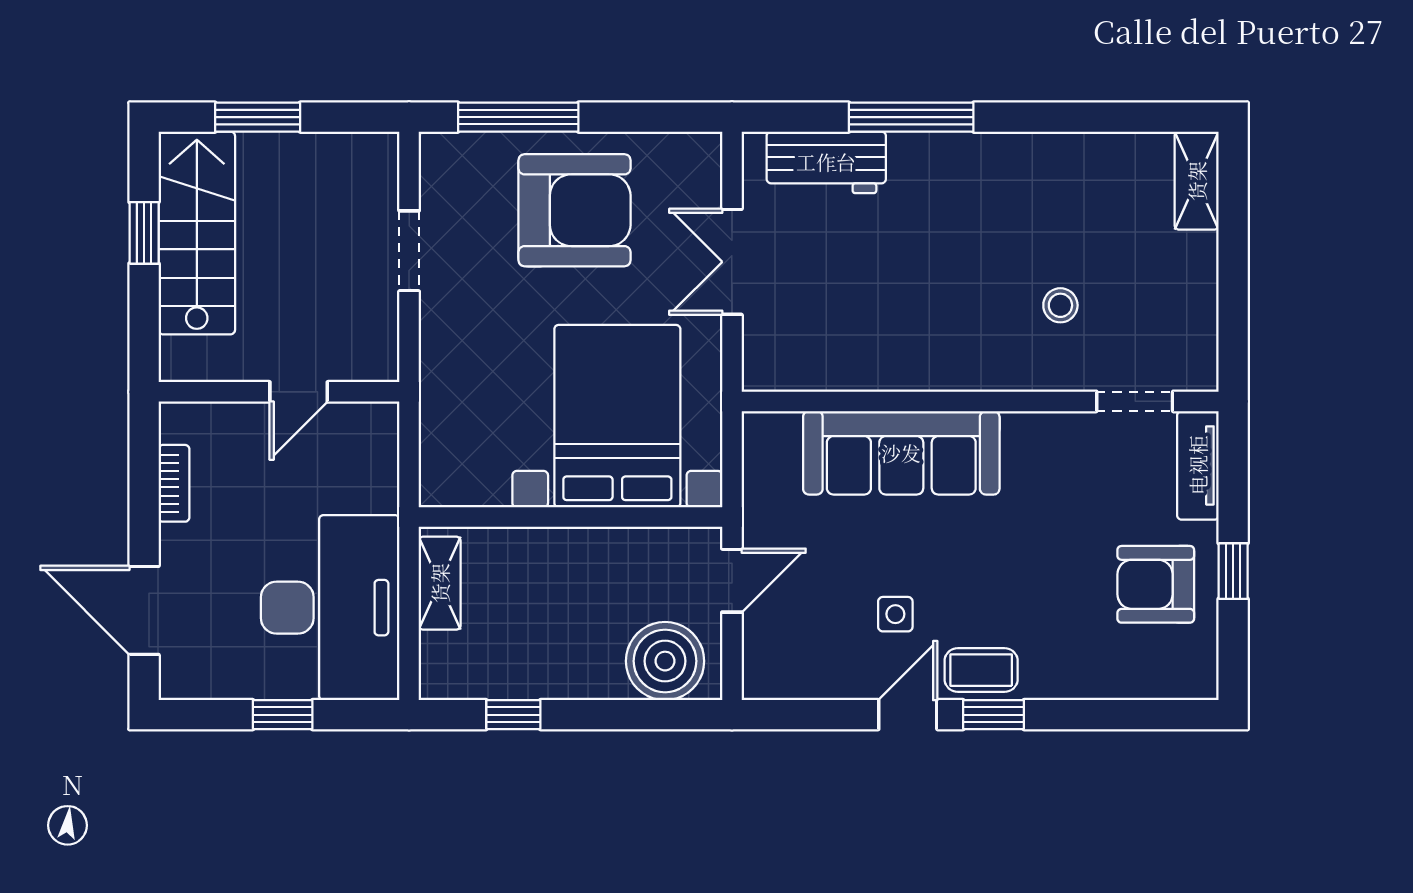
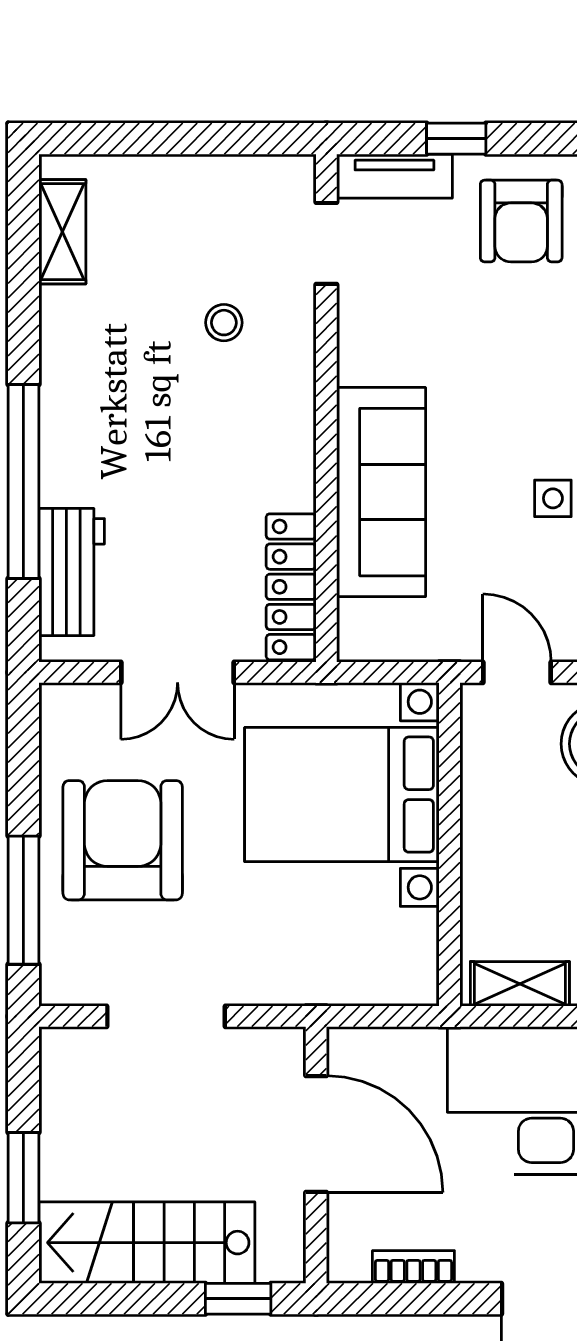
window: (911, 117) -> (23, 482), width x1.46
shelving: (1197, 181) -> (62, 232), moved, turned 90
window: (144, 233) -> (238, 1299), moved
doorway: (409, 251) -> (166, 1016), width x1.38
locker: (812, 368) -> (291, 587), added
door: (299, 392) -> (316, 1134), width x1.87
window: (1233, 571) -> (456, 139), moved

